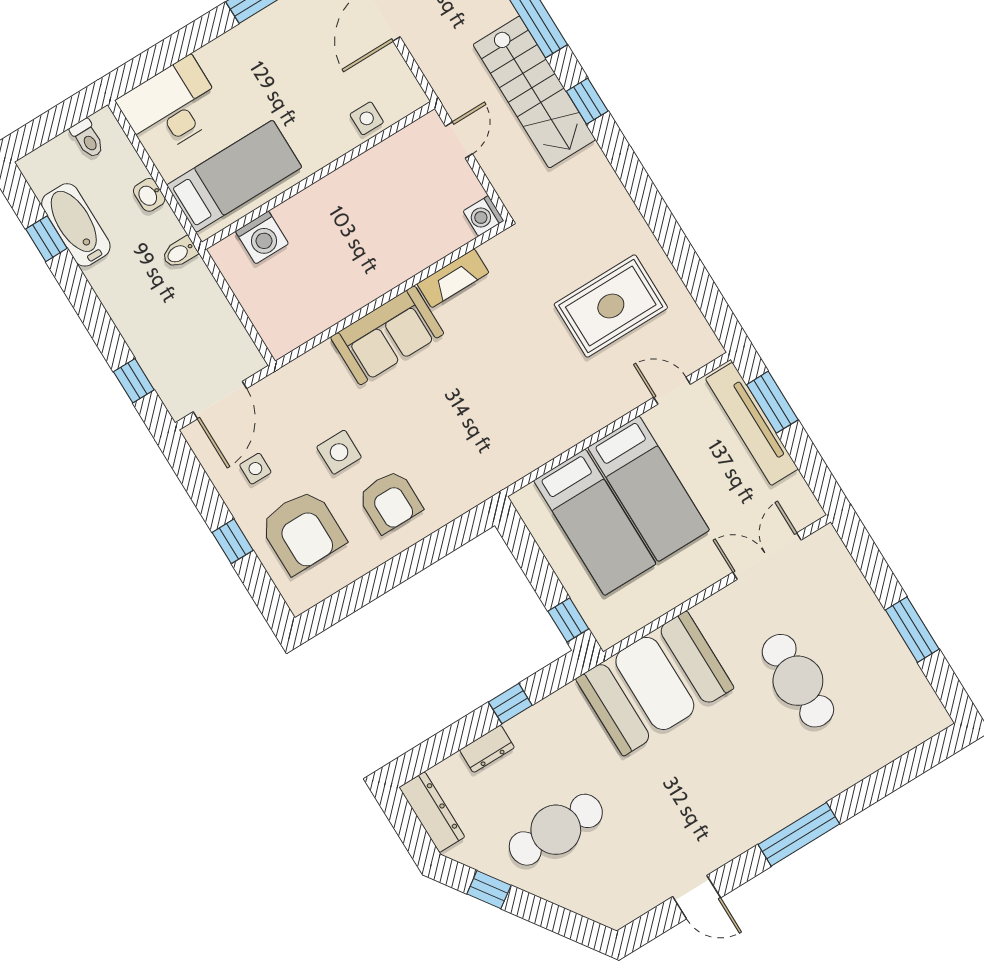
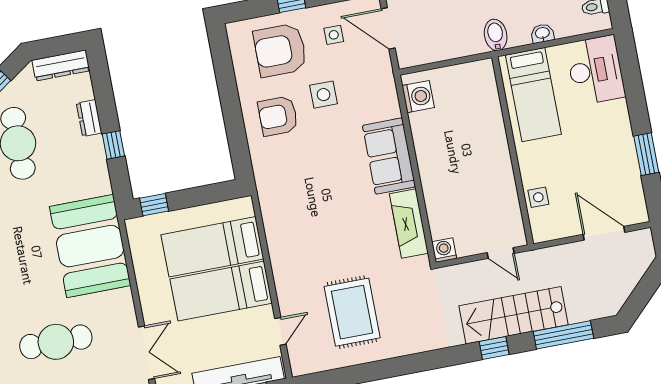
washing machine: (262, 238) -> (418, 97), moved, turned 180
bidet: (180, 253) -> (496, 35), width x1.38, depth x1.36
fireplace: (453, 278) -> (409, 223), width x1.37, depth x1.32

